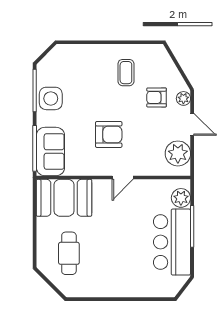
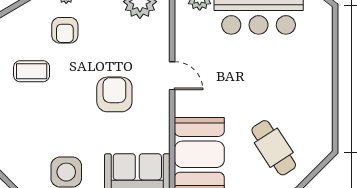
cafe table: (69, 253) -> (274, 148), turned 57

